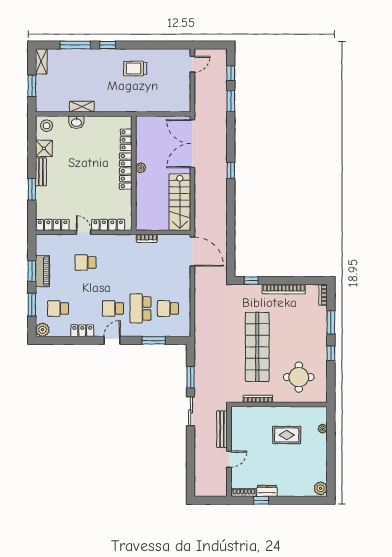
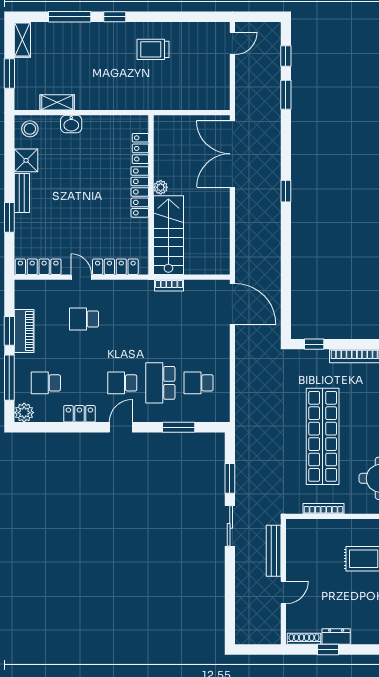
shelving: (82, 107) -> (57, 102), moved
stairs: (180, 202) -> (168, 235), moved, turned 180
window: (32, 305) -> (9, 378), width x1.44

